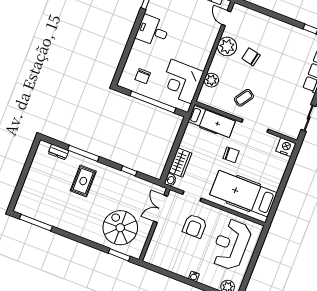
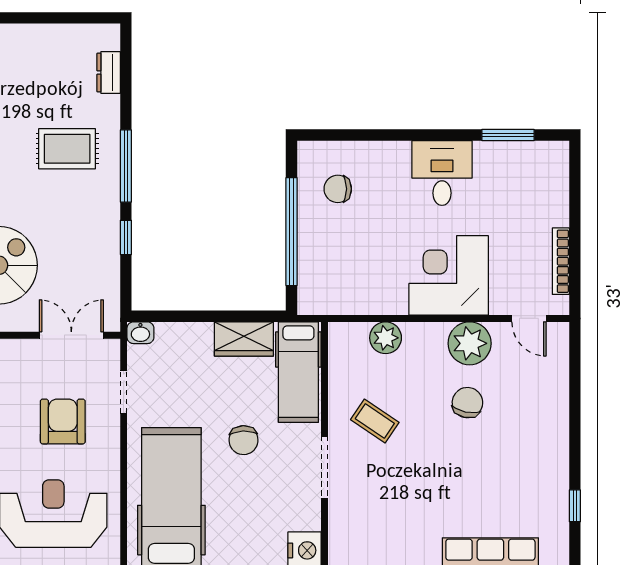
door: (226, 18) -> (529, 318), swing flipped
corner desk: (181, 82) -> (449, 275), moved
window: (83, 153) -> (126, 166), moved
wardrobe: (180, 162) -> (244, 339), moved
armchair: (195, 226) -> (63, 421), turned 90

